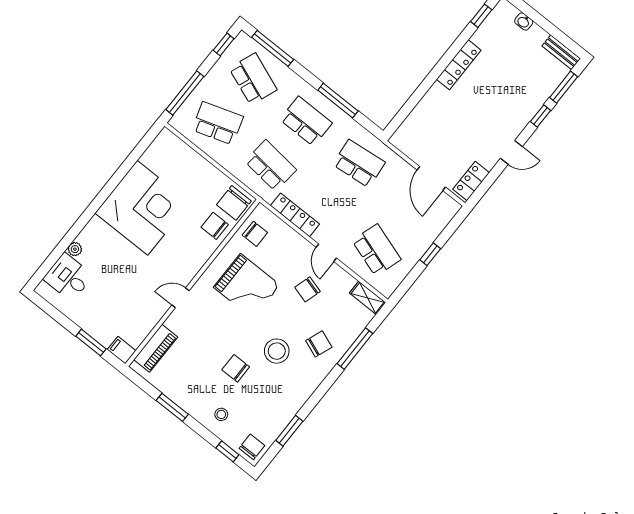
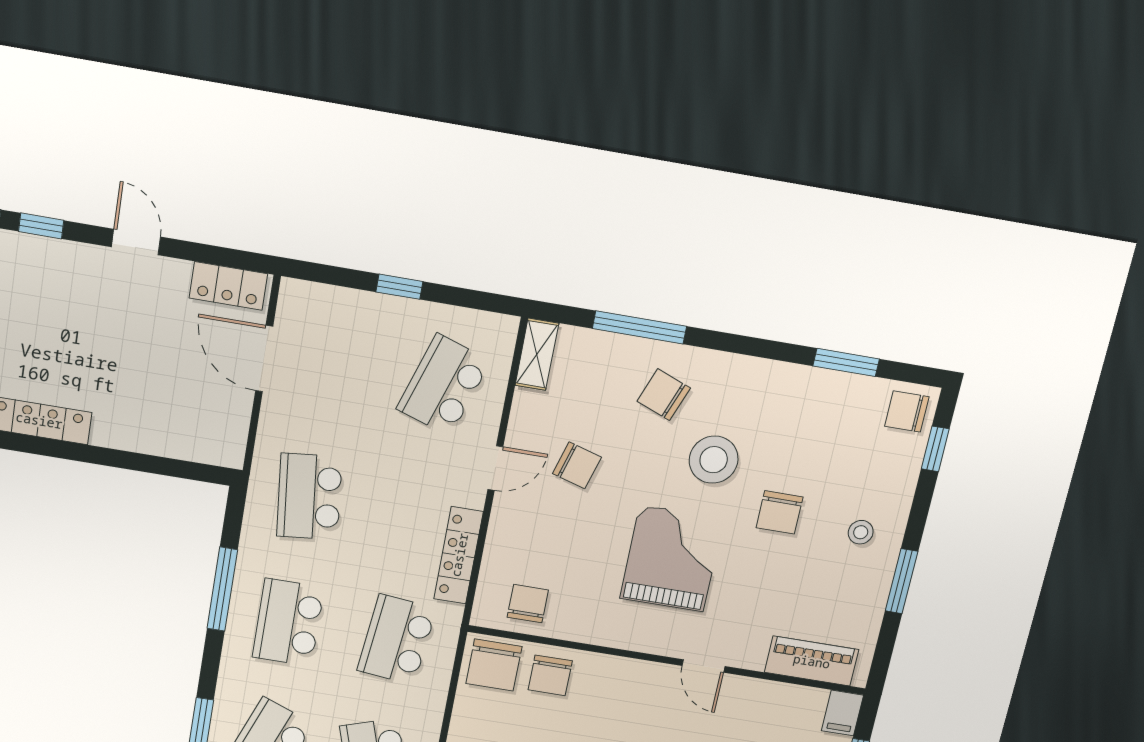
door: (431, 179) -> (264, 359), swing flipped
chair: (234, 203) -> (494, 665), turned 90
grand piano: (247, 286) -> (672, 559), moved
stool: (221, 414) -> (861, 532), moved

